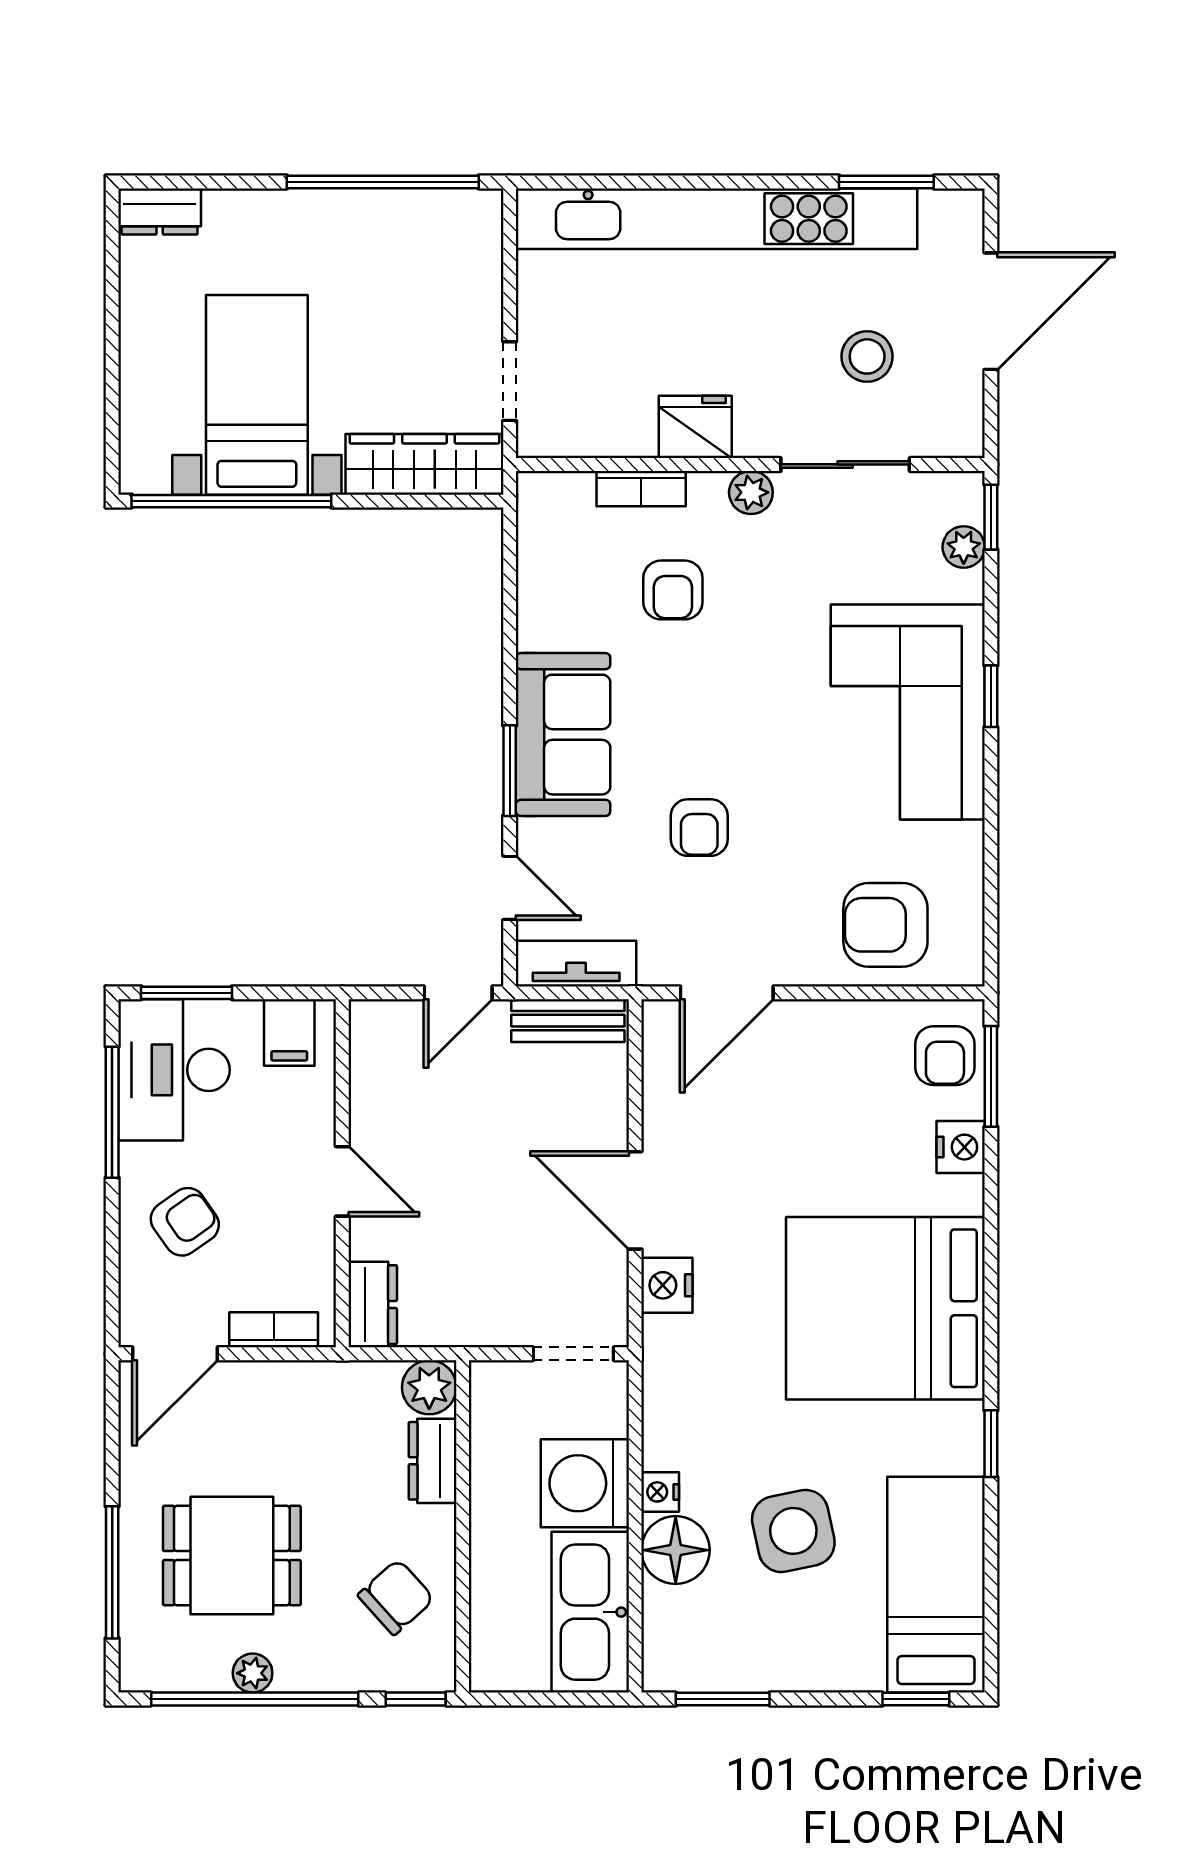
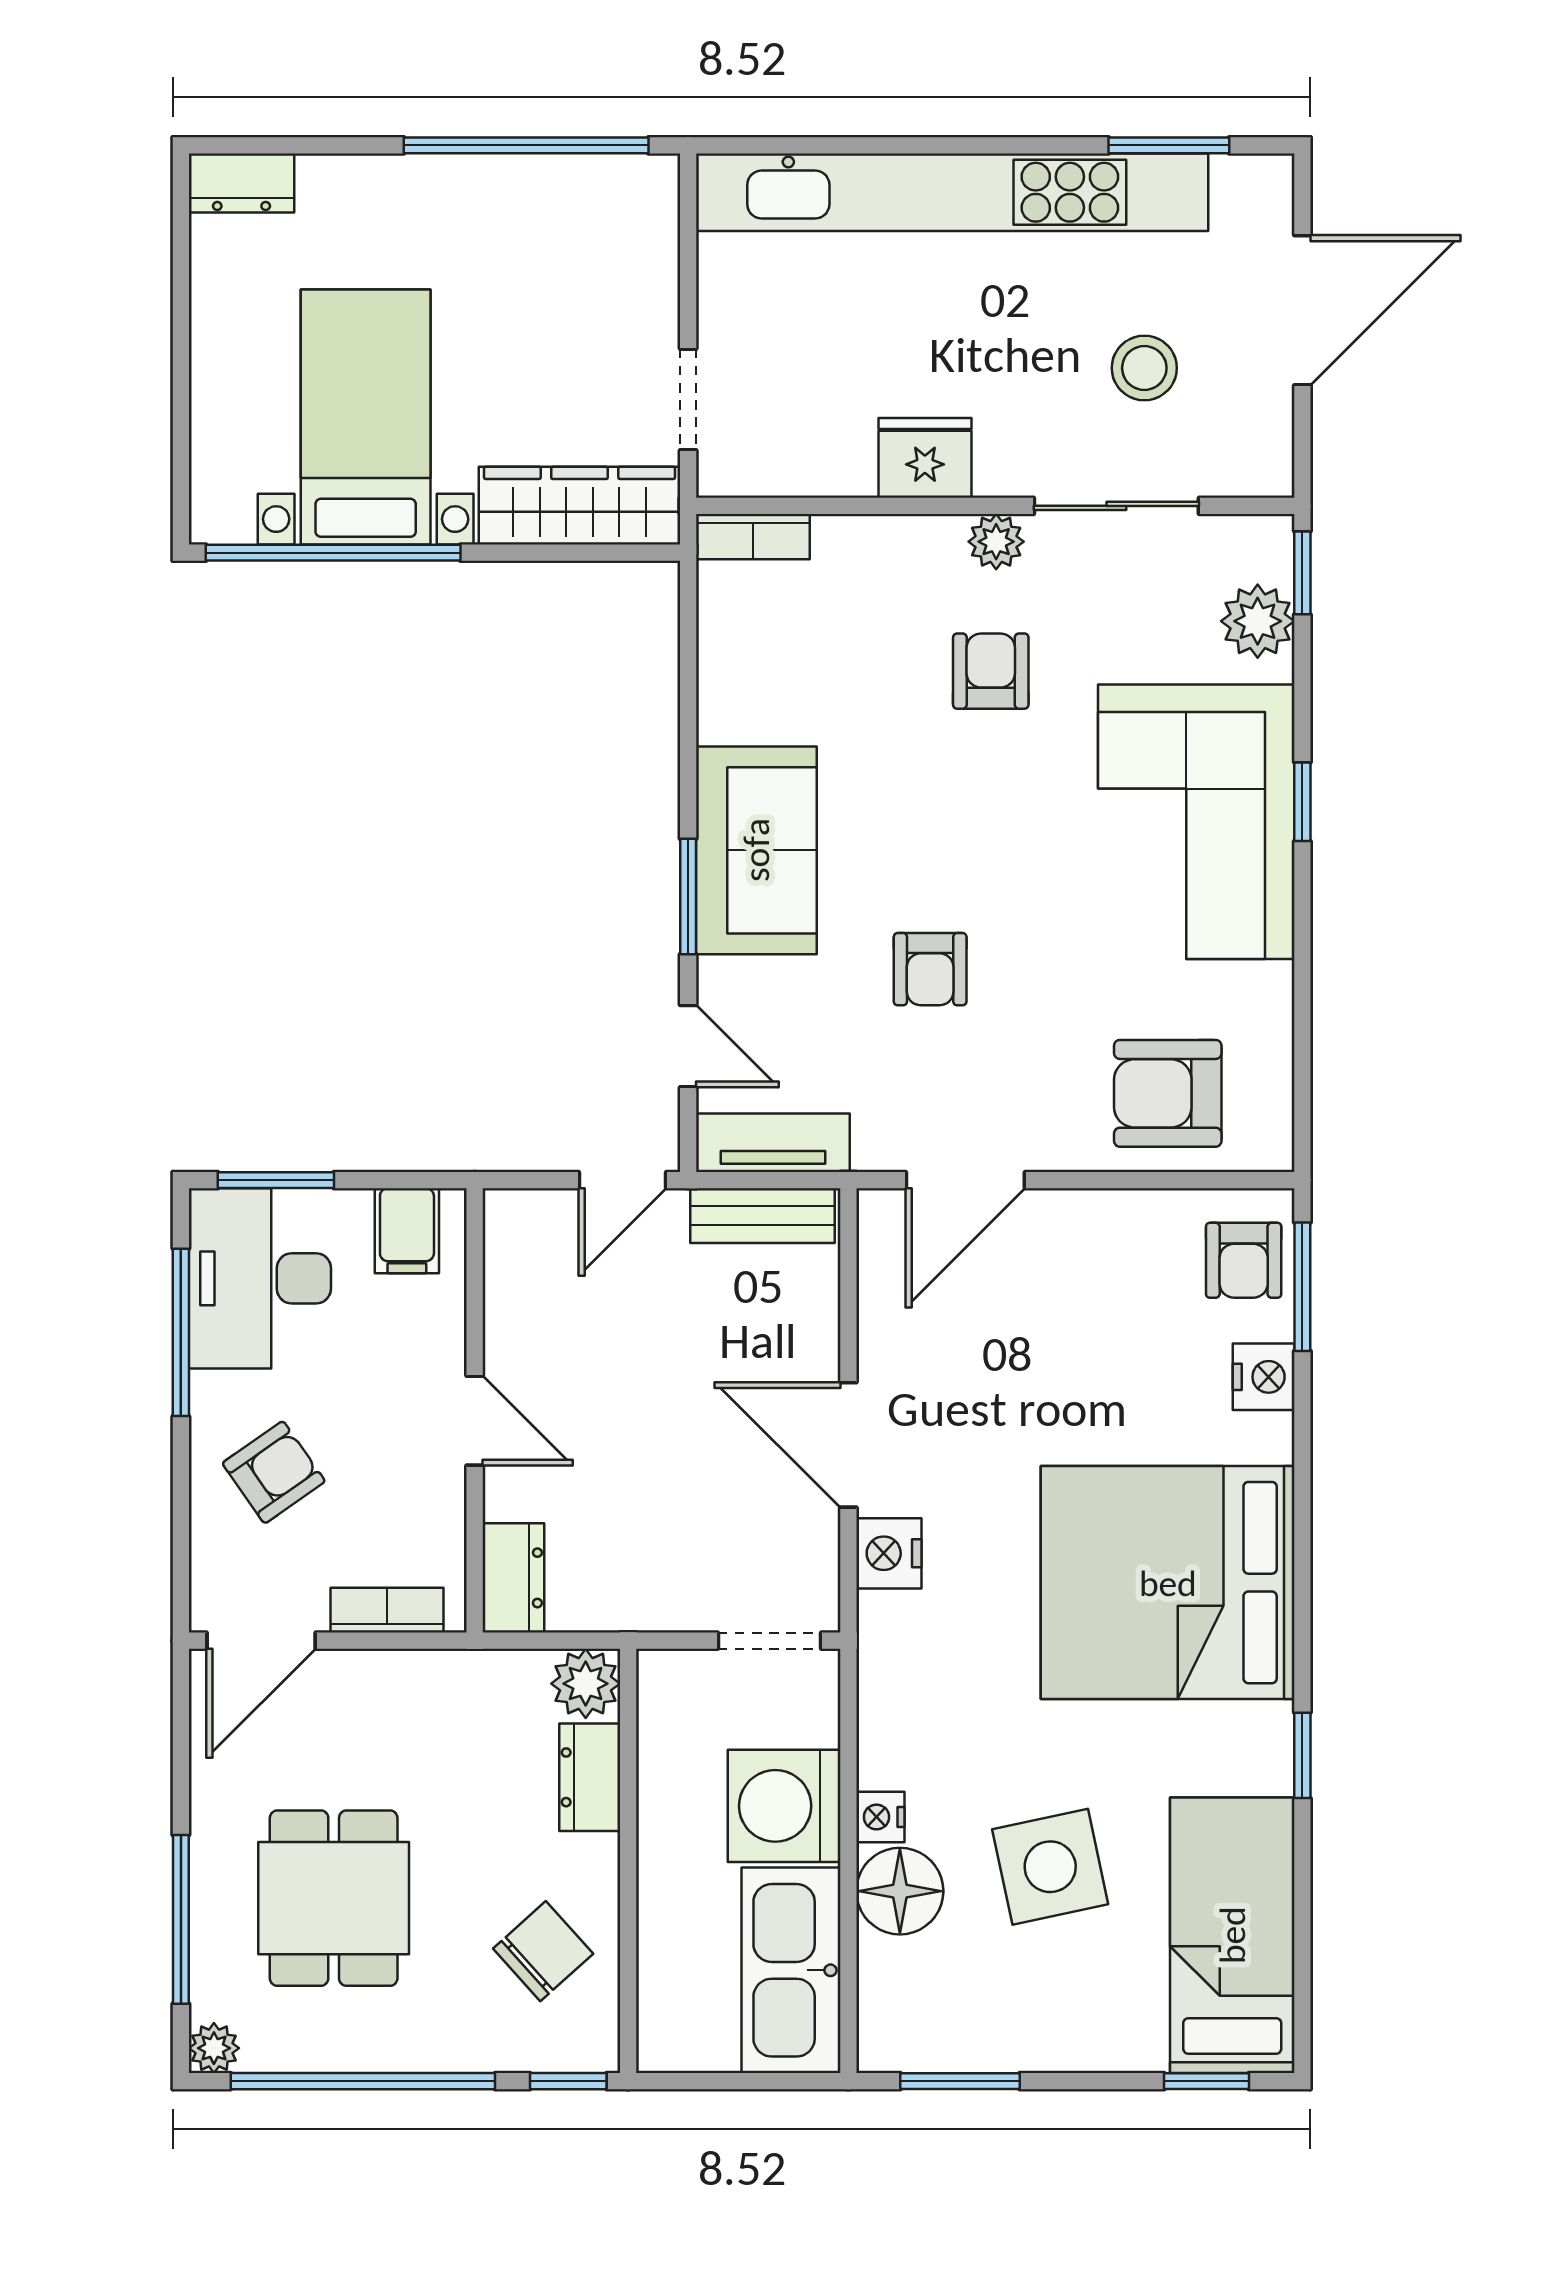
bookcase: (641, 489) -> (753, 537), moved
plant: (964, 547) -> (1258, 621), width x1.38, depth x1.38
armchair: (673, 590) -> (991, 671), moved, turned 180
dining table: (232, 1556) -> (334, 1898), turned 90
plant: (253, 1673) -> (214, 2048), moved

